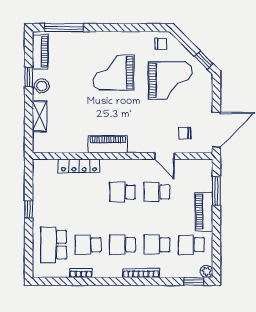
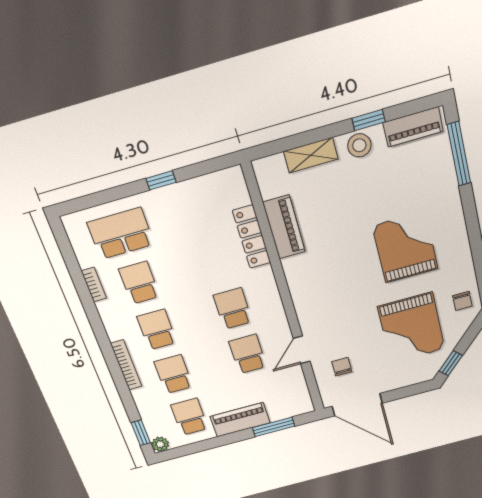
piano: (108, 144) -> (284, 227), moved

